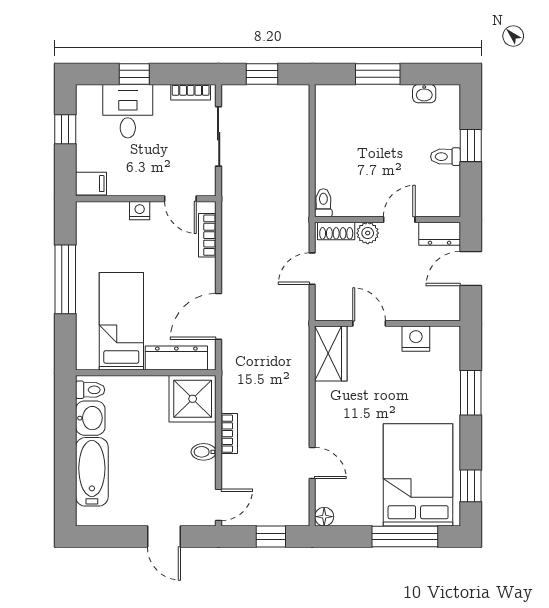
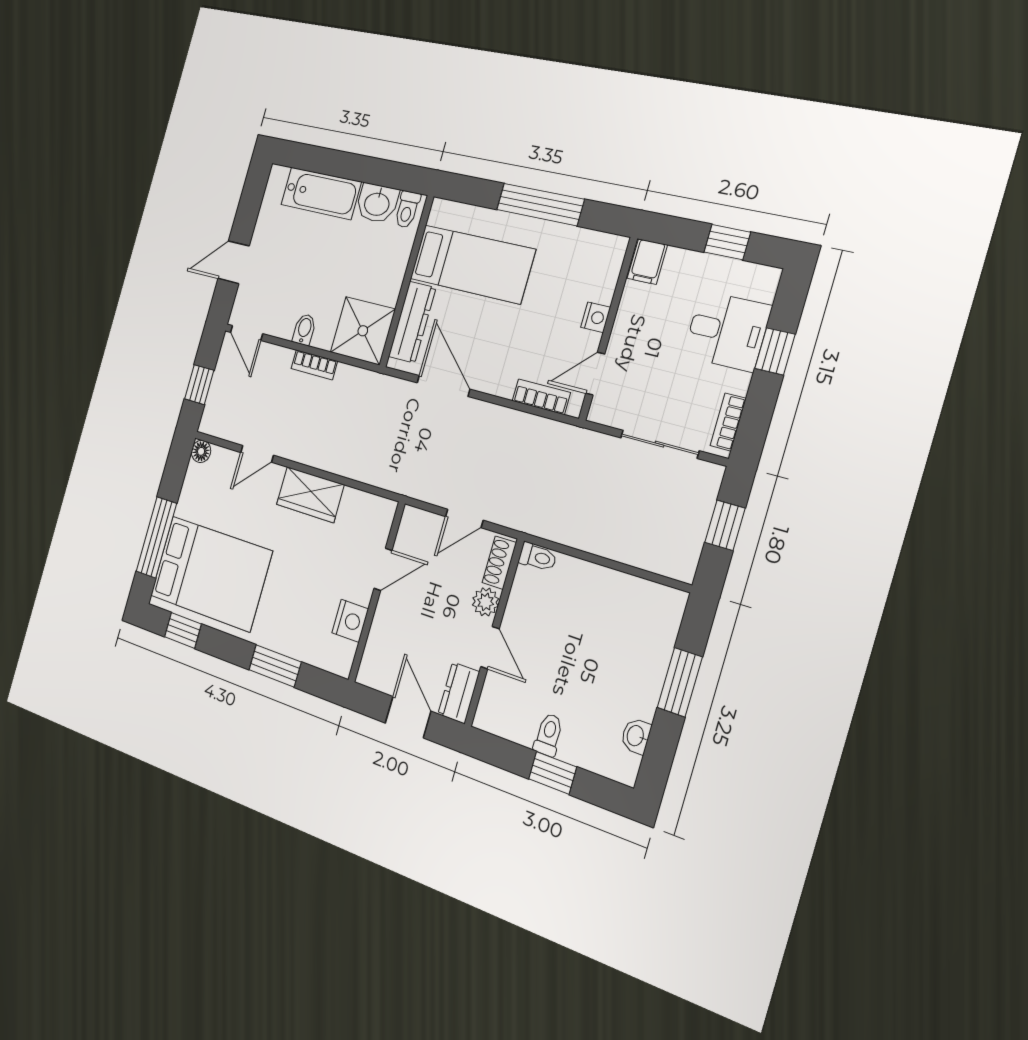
door: (312, 269) -> (464, 518), swing flipped
wardrobe: (331, 354) -> (310, 495), moved

